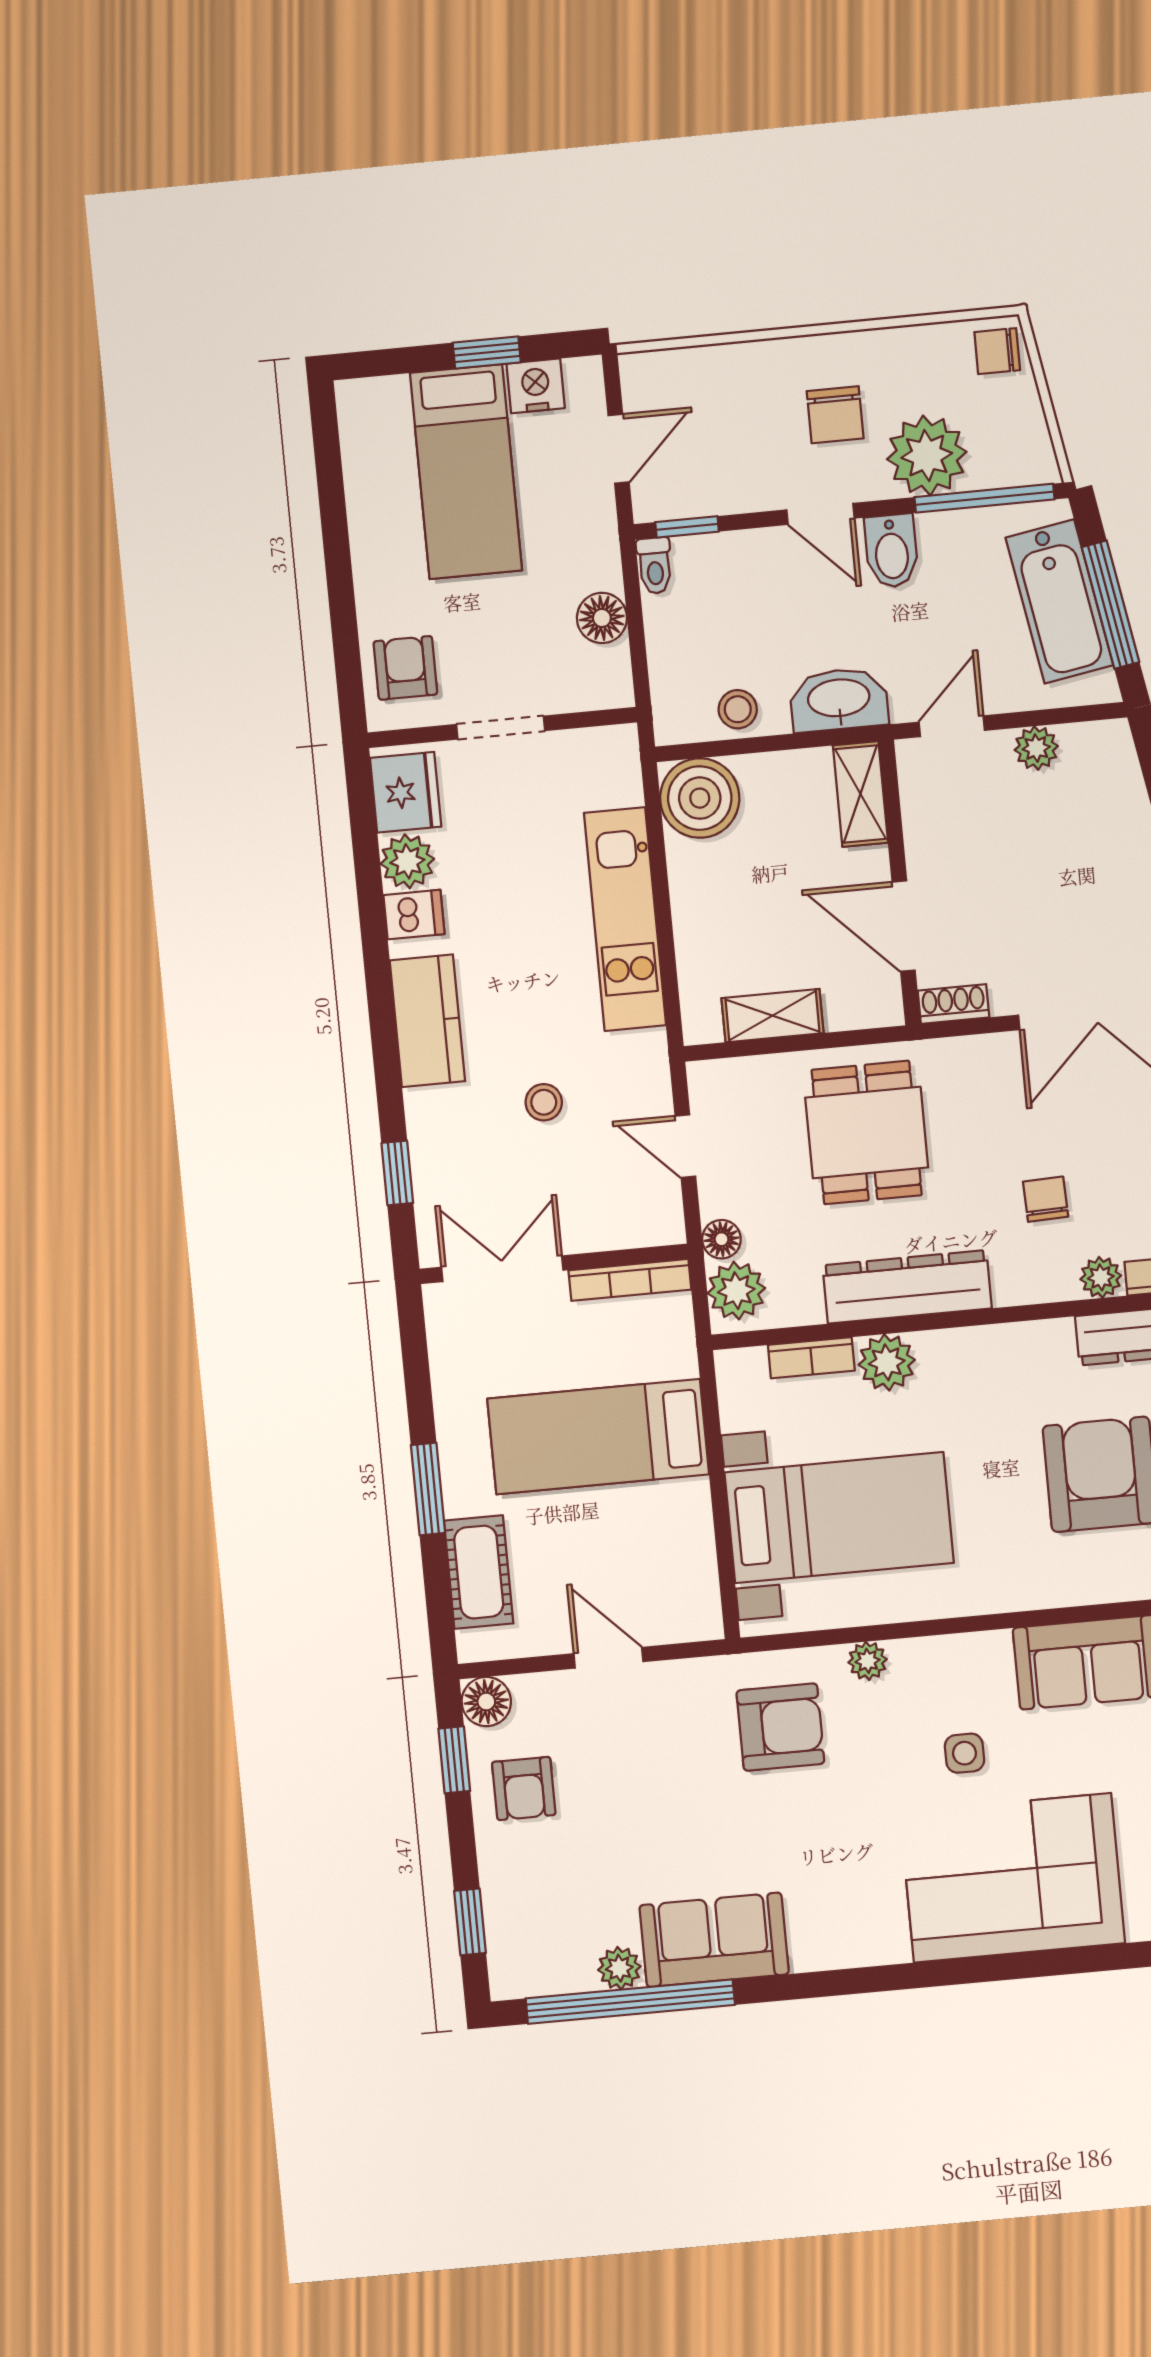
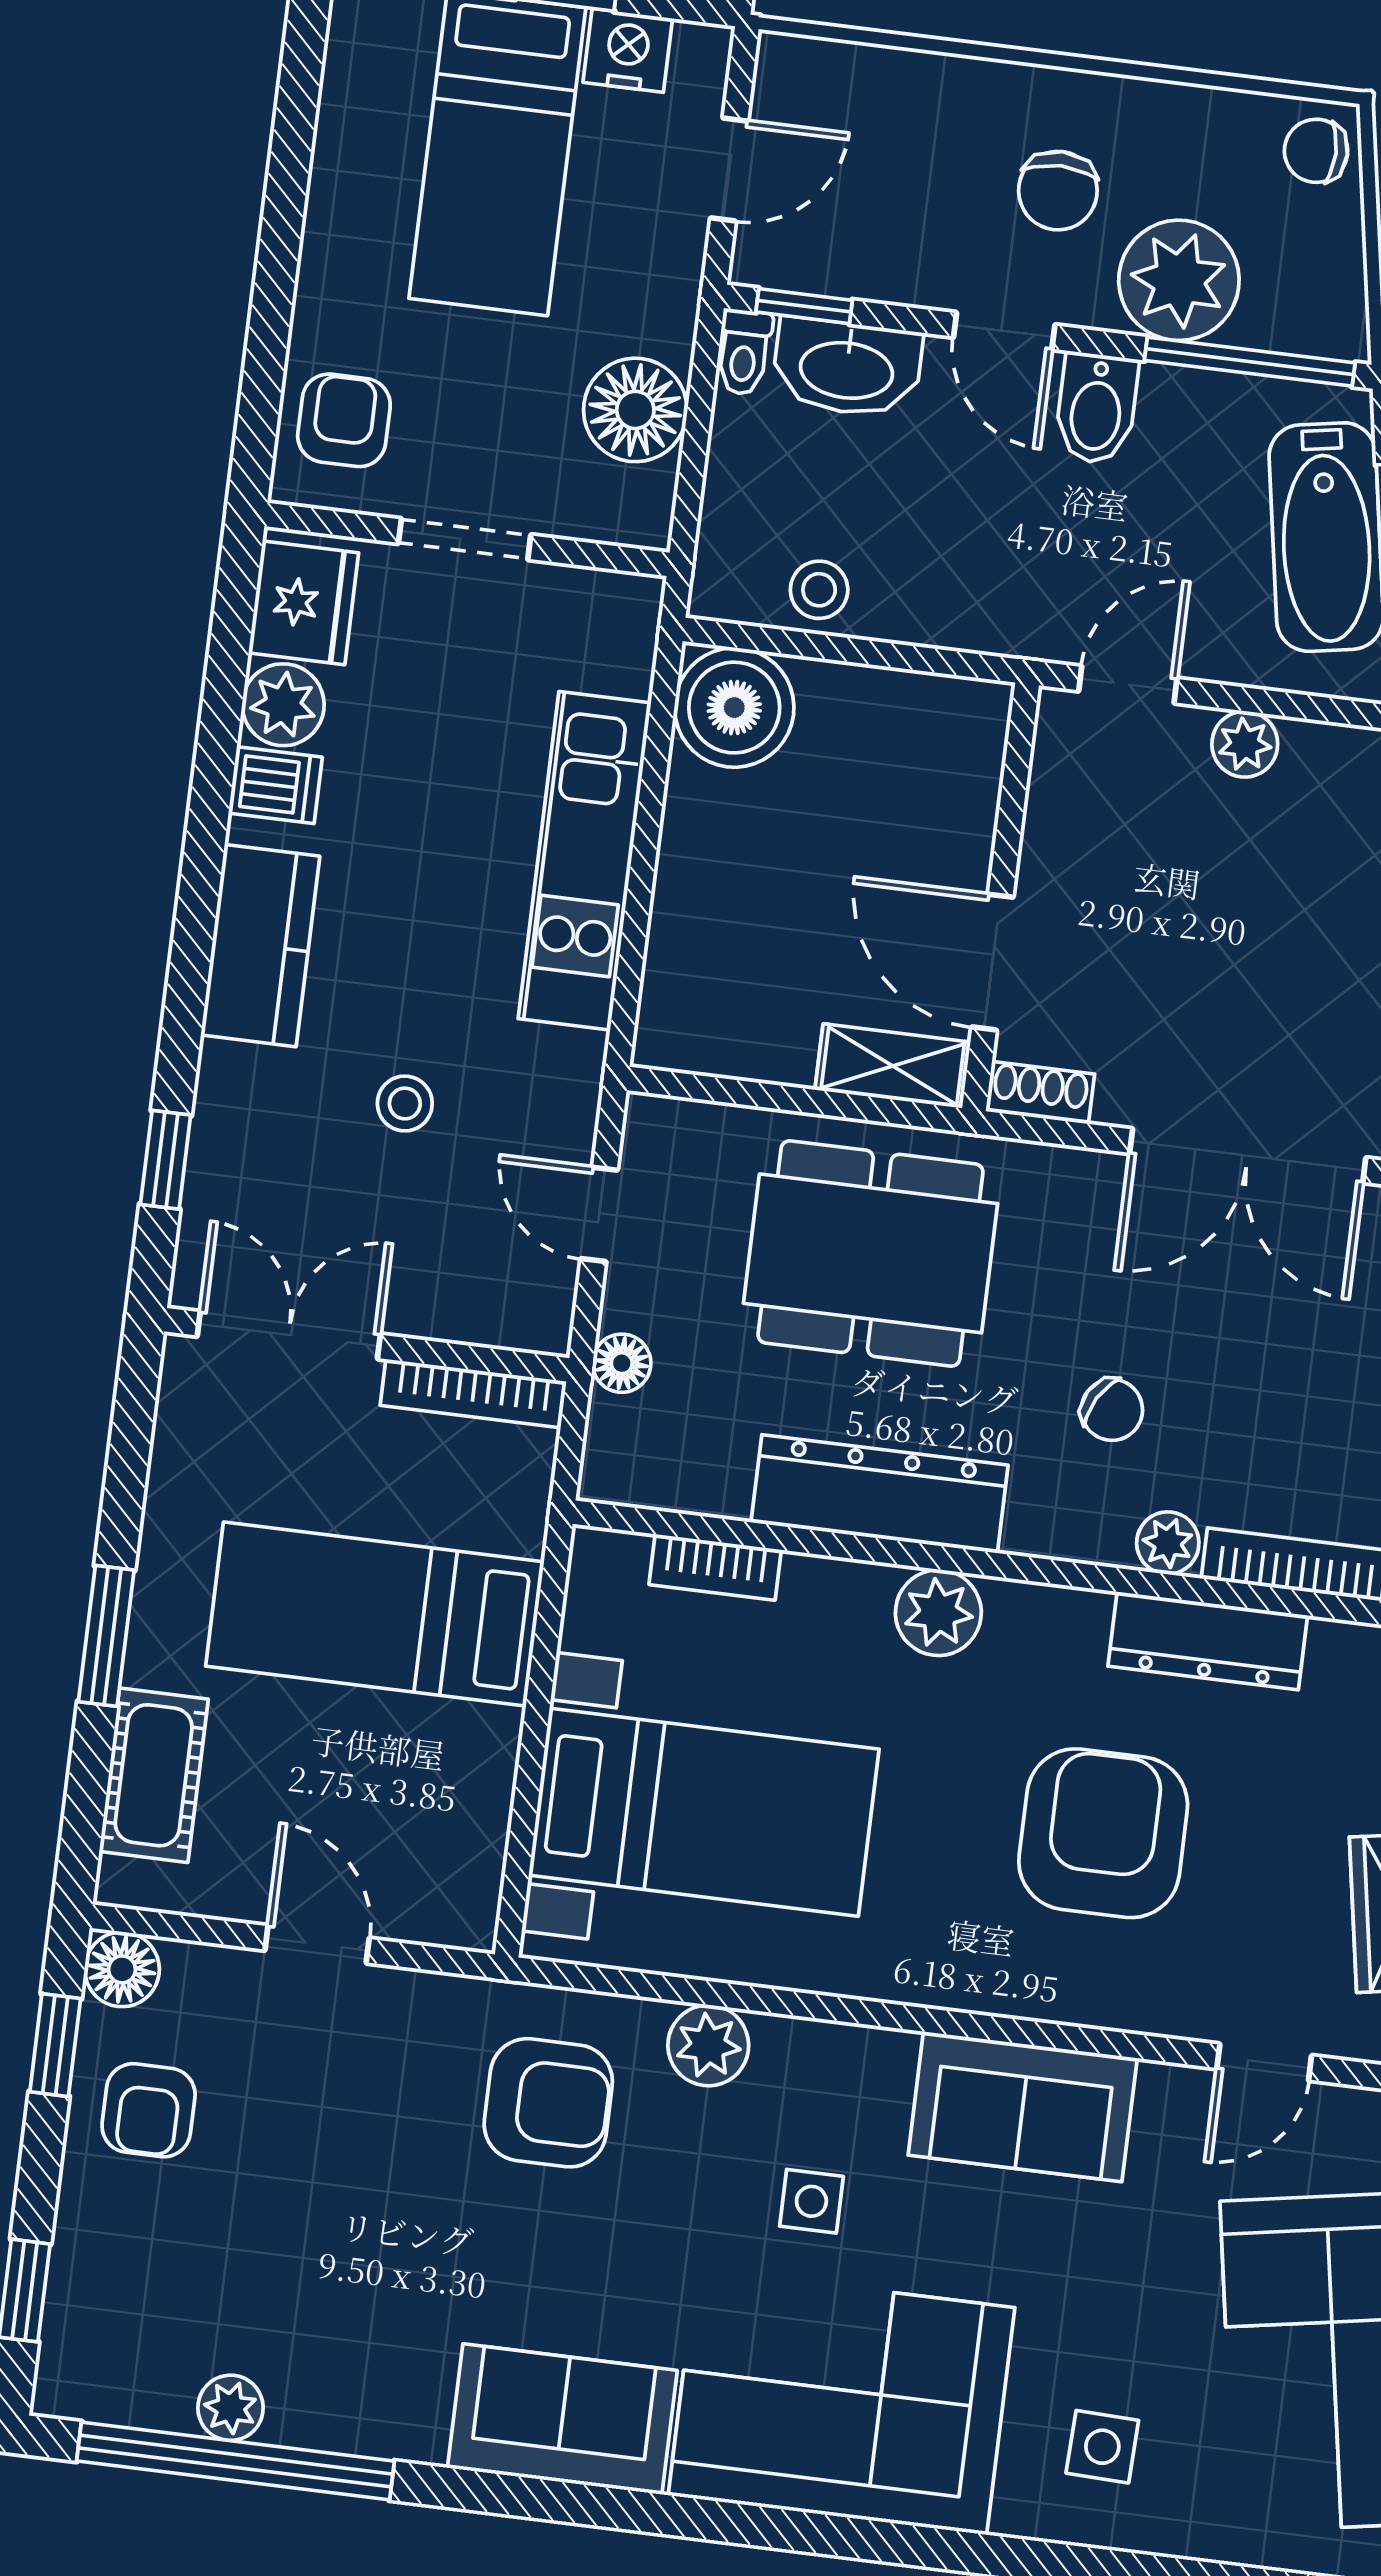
floor lamp: (602, 618) -> (635, 410), width x1.38, depth x1.38
washbasin: (839, 700) -> (847, 368), moved, turned 180
shelving: (860, 794) -> (972, 754), removed
shelving: (773, 1016) -> (893, 1066), moved
dining table: (867, 1133) -> (870, 1253), width x1.38
chair: (1046, 1199) -> (1112, 1410), turned 122
plant: (736, 1291) -> (627, 1444), removed
plant: (887, 1362) -> (938, 1613), moved
plant: (868, 1661) -> (708, 2045), width x1.38, depth x1.38
sofa: (714, 1940) -> (562, 2419), moved

